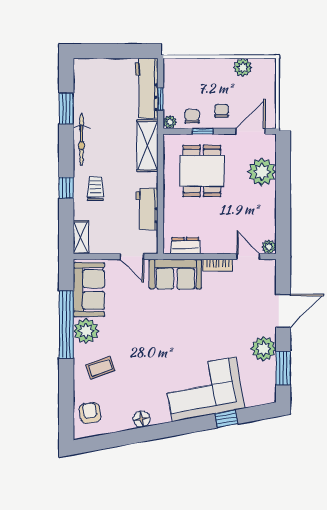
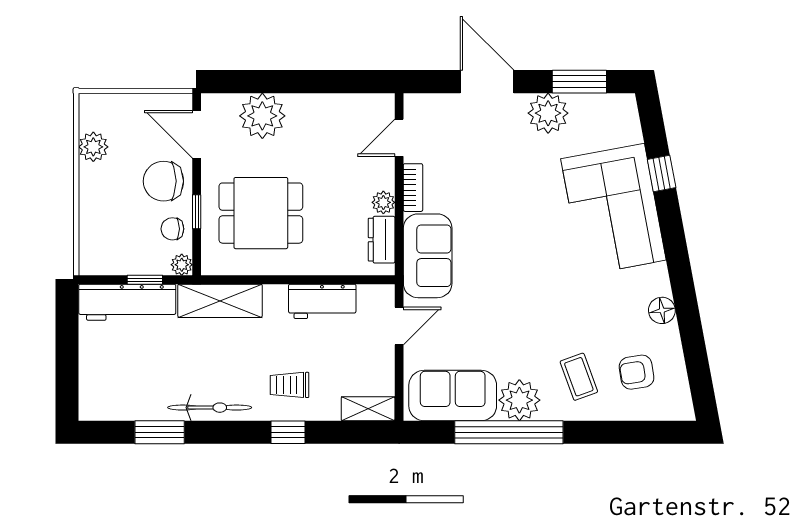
chair: (222, 111) -> (163, 181), width x1.87, depth x1.87
plant: (269, 247) -> (383, 202), moved
armchair: (90, 413) -> (637, 372), moved

